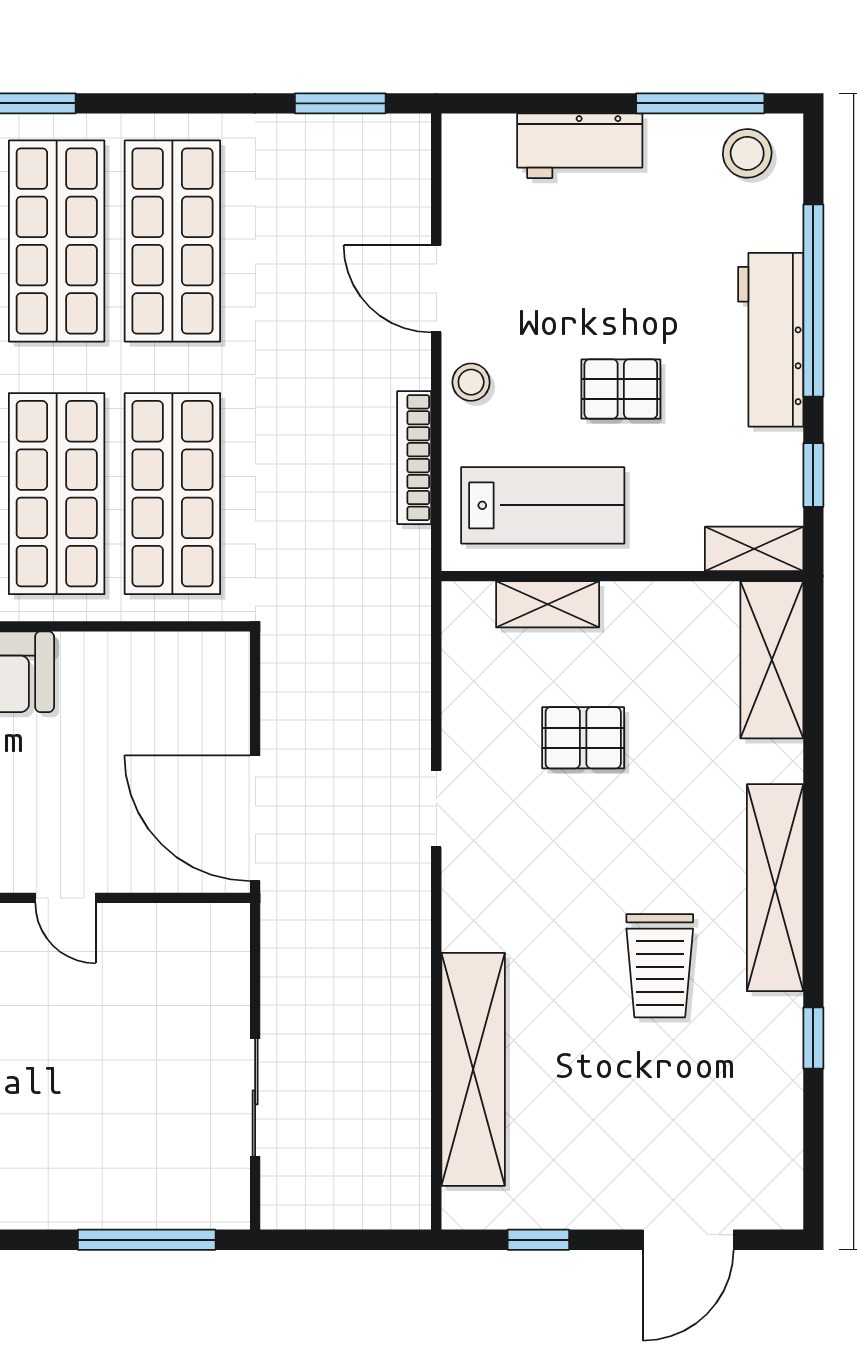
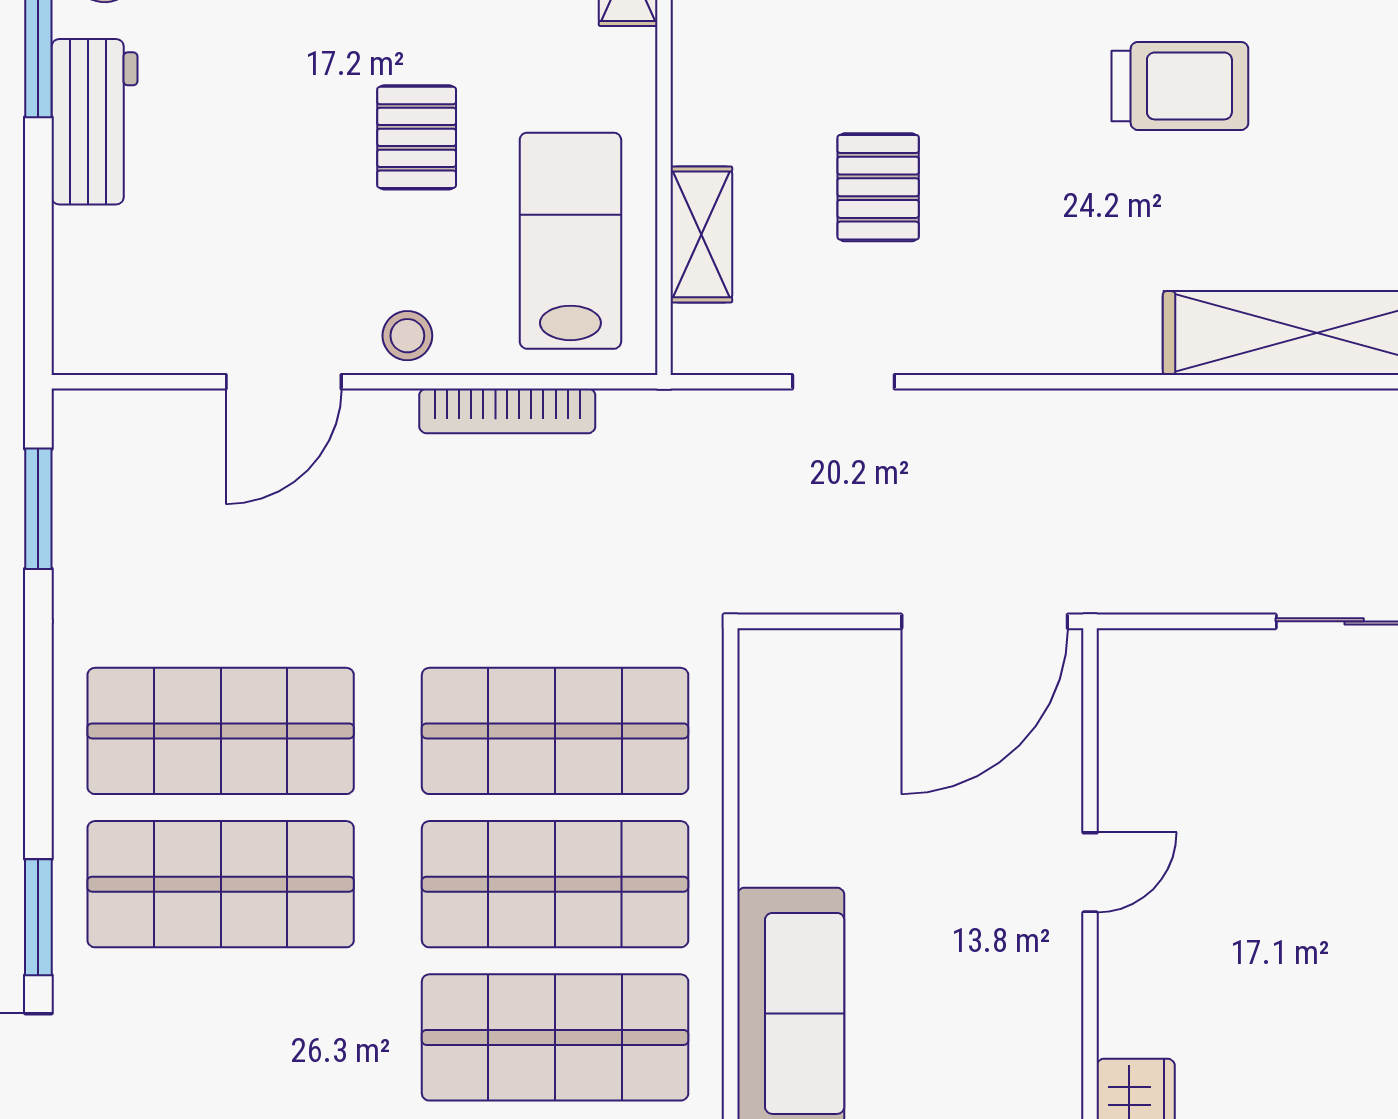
workbench: (580, 146) -> (94, 122), moved
doorway: (436, 809) -> (843, 382), moved

